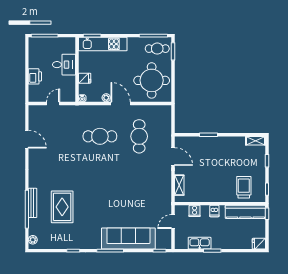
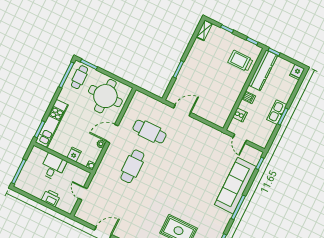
shelving: (179, 185) -> (210, 117), removed
kitchen sink: (200, 243) -> (277, 112), moved

